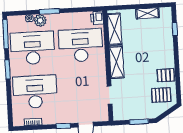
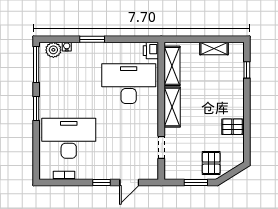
plant: (40, 20) -> (53, 50), moved
desk: (33, 48) -> (69, 84), removed
pallet: (161, 95) -> (211, 163), moved, turned 90

